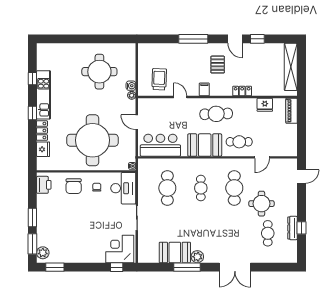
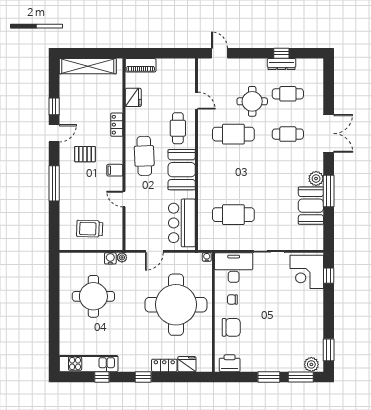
trolley: (159, 79) -> (90, 229), moved
kitchen unit: (44, 95) -> (89, 364), moved
door: (180, 97) -> (124, 199), hinge flipped
cafe table: (201, 188) -> (288, 134), moved

